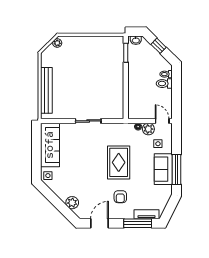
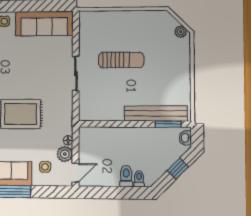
sun lounger: (78, 87) -> (121, 60), added
bench: (46, 90) -> (156, 113), moved

